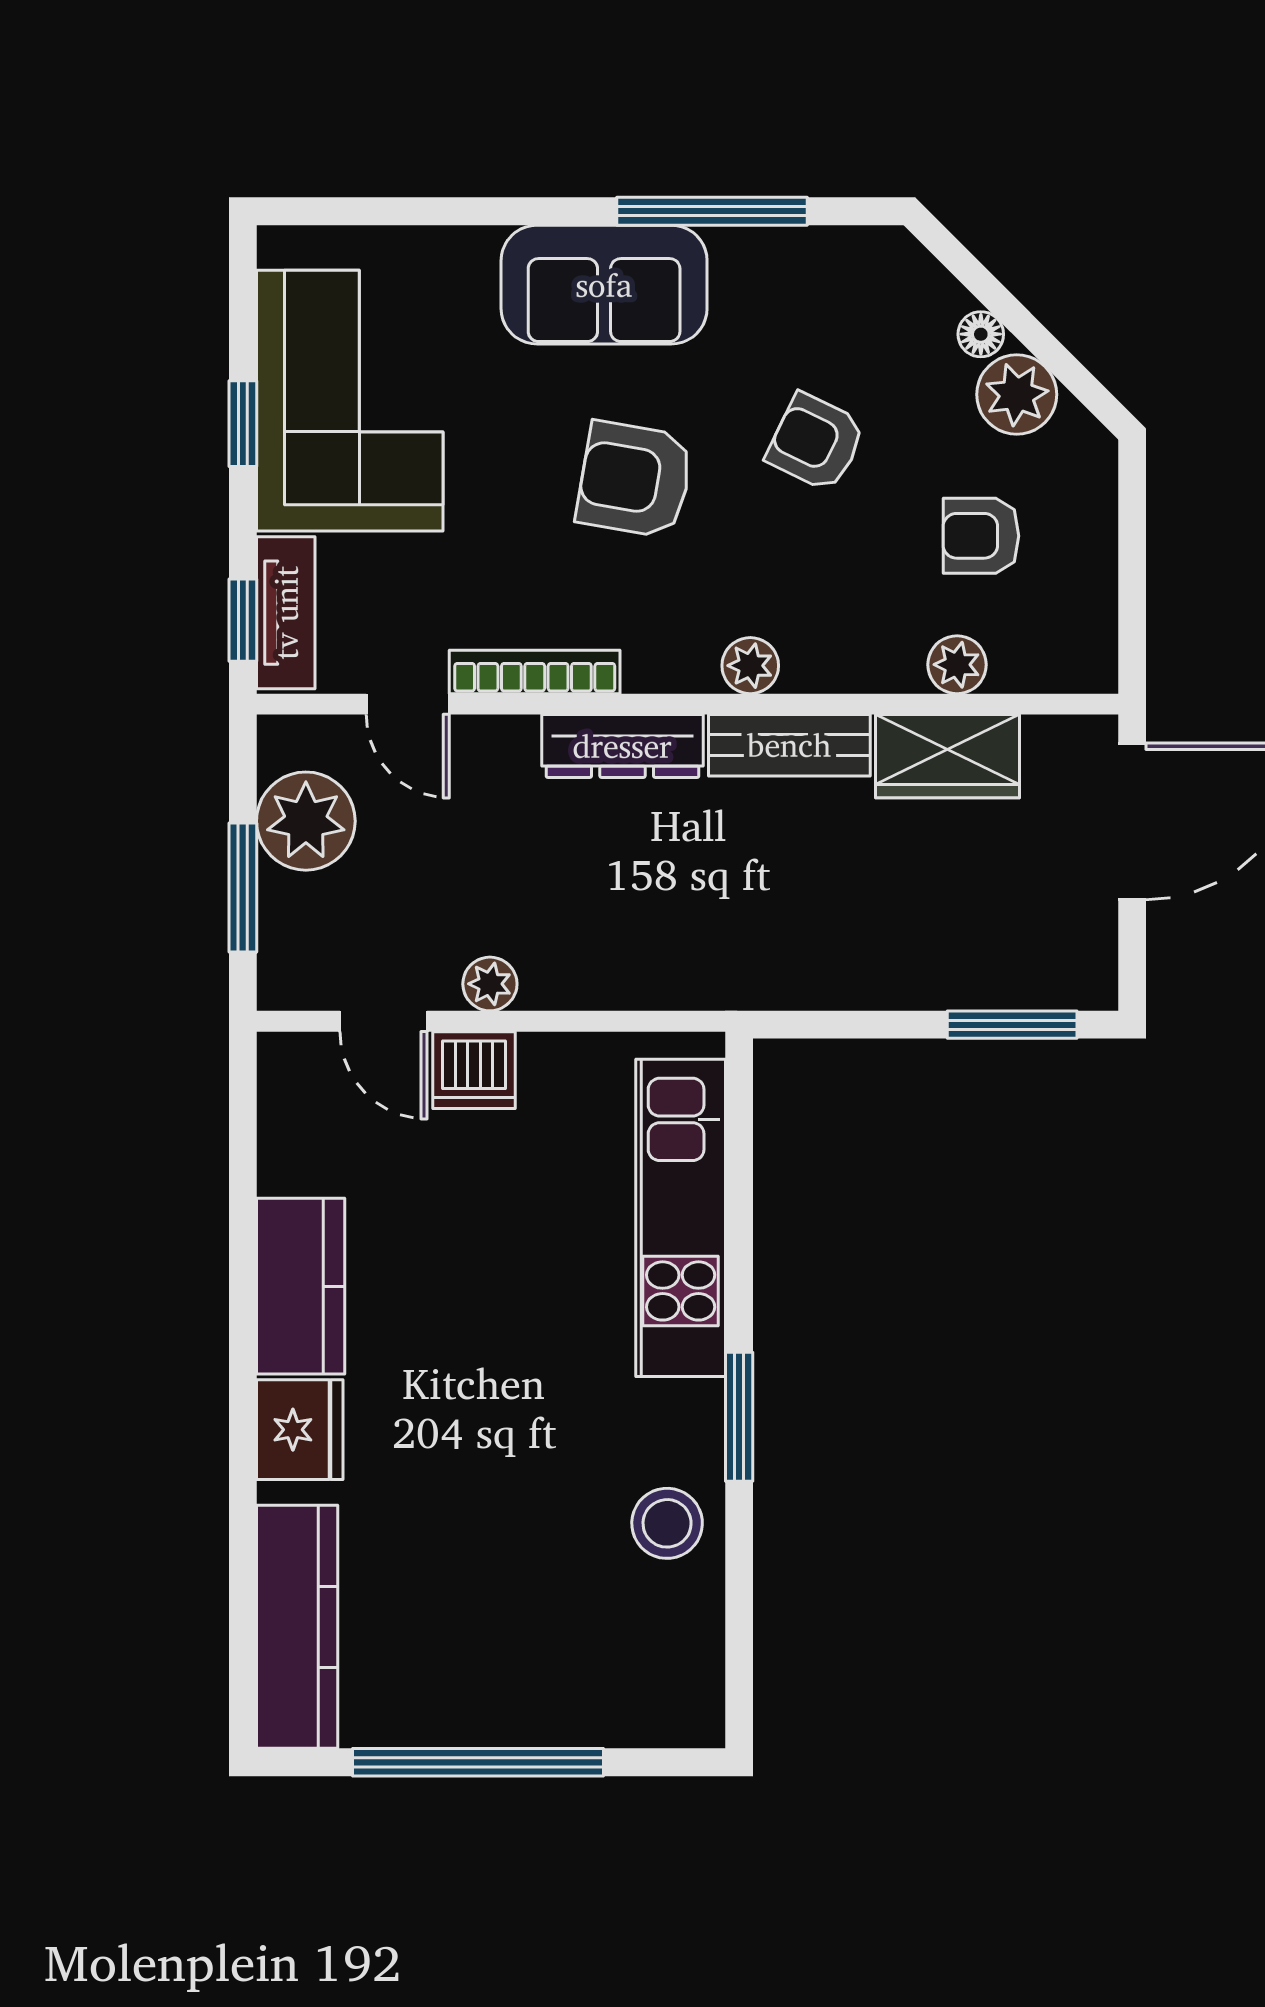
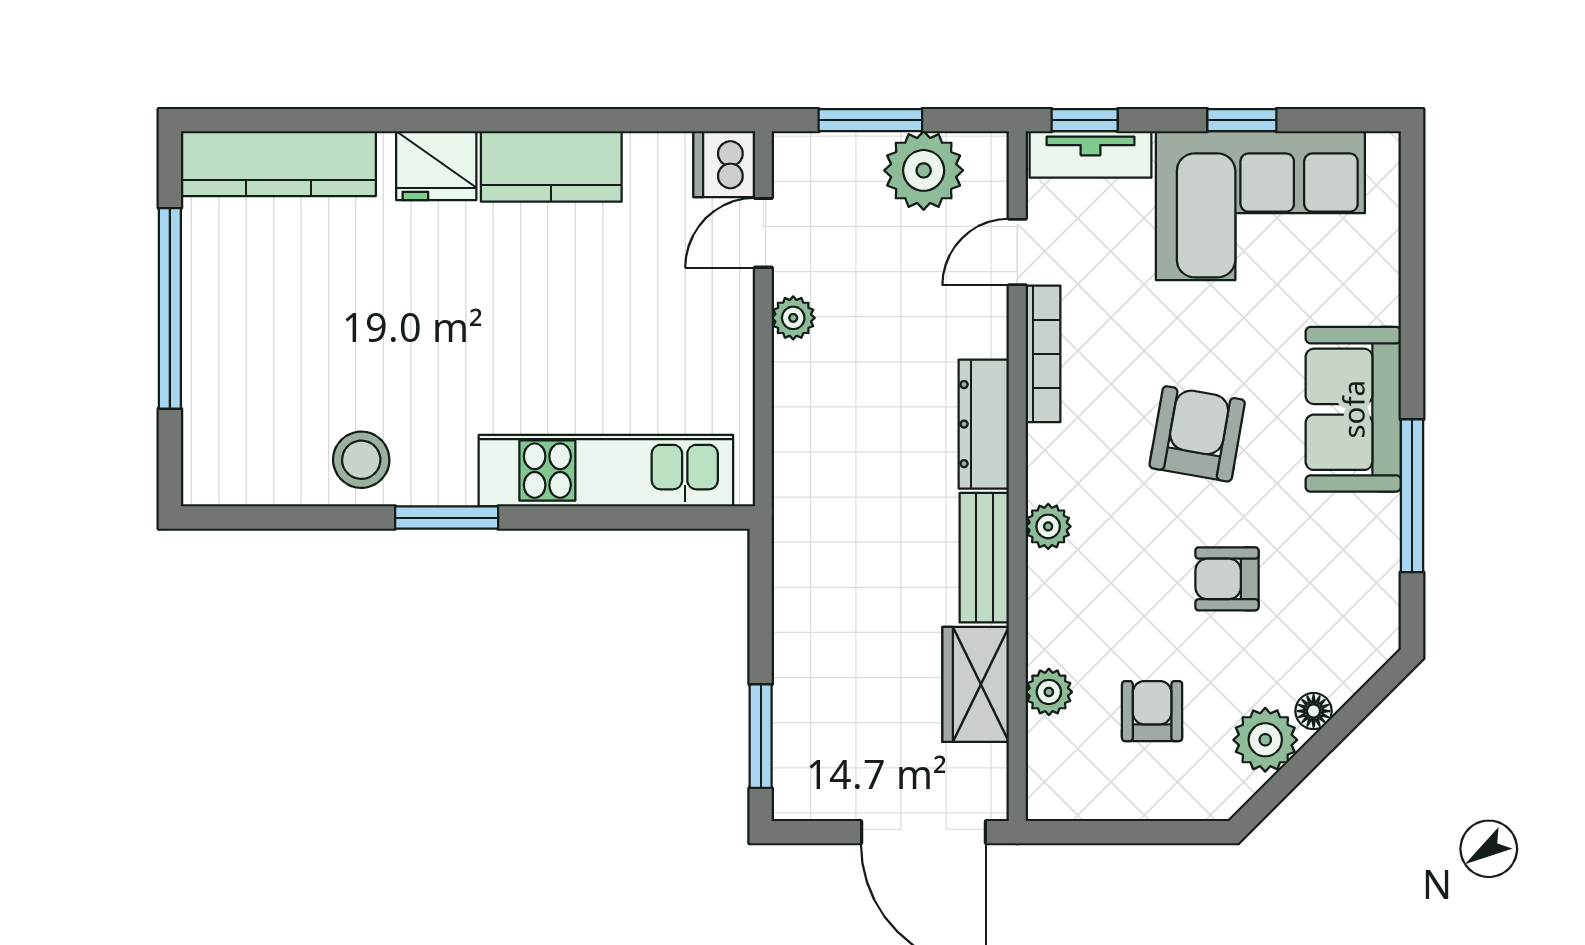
armchair: (816, 442) -> (1227, 579), turned -116
dishwasher: (474, 1070) -> (724, 164), moved

